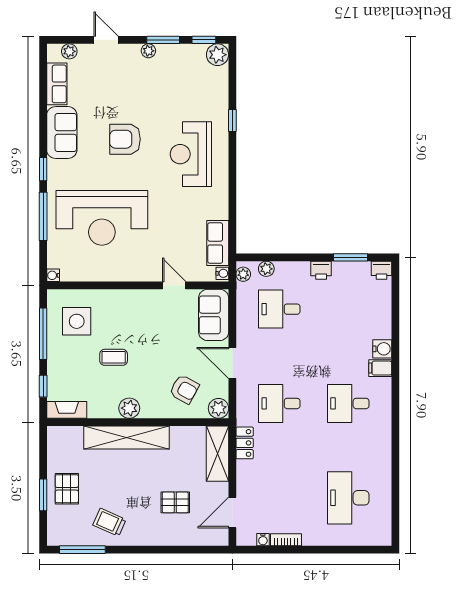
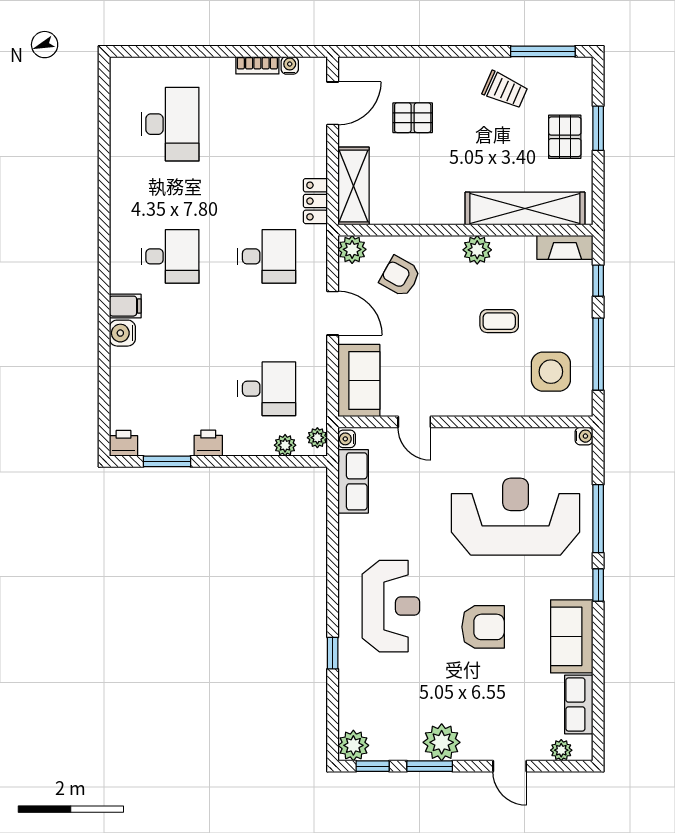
plant: (148, 51) -> (442, 742), width x1.88, depth x1.88
shelving: (126, 438) -> (525, 209), moved

